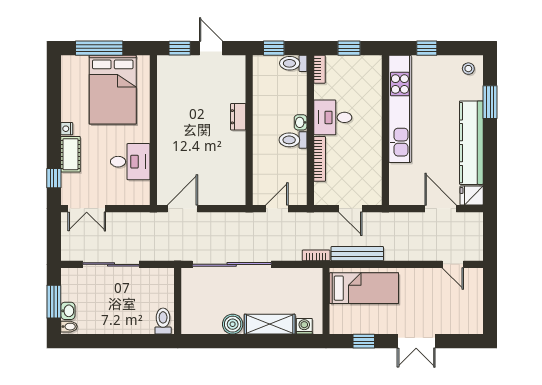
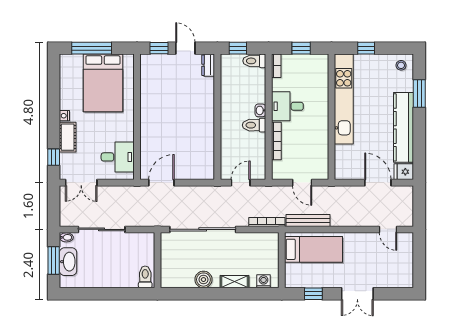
dresser: (238, 117) -> (208, 65), moved
desk: (130, 162) -> (118, 157), moved
bookcase: (316, 255) -> (267, 222), width x1.56
washbasin: (68, 311) -> (68, 262), width x1.91, depth x1.45
shelving: (270, 324) -> (235, 282), width x0.67, depth x0.75
bidet: (69, 327) -> (66, 237), moved

